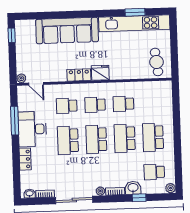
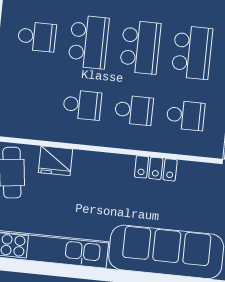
window: (135, 12) -> (39, 268), removed
fridge: (100, 73) -> (55, 161), moved
school desk: (153, 137) -> (37, 37), width x0.54

